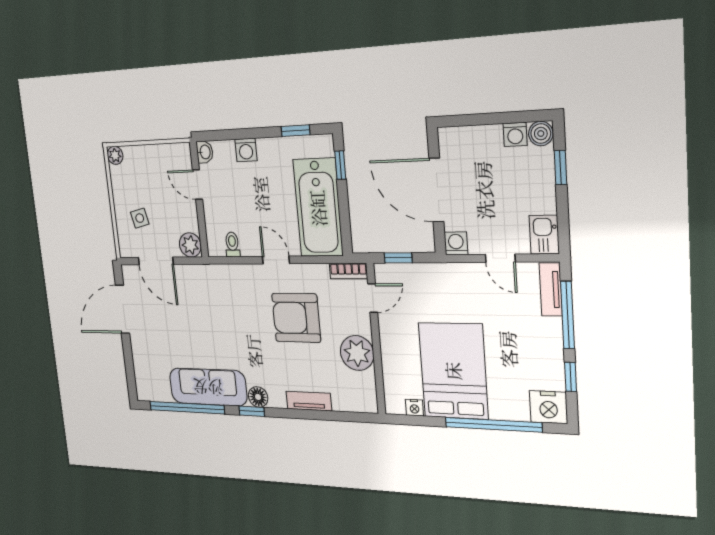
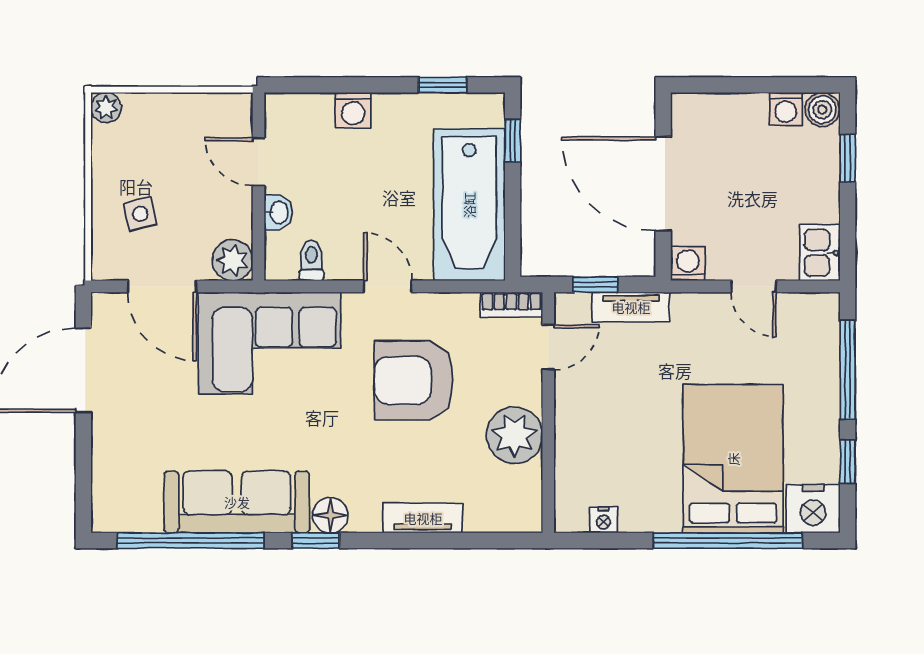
washbasin: (205, 152) -> (278, 212), moved
tv unit: (551, 290) -> (631, 307), moved, turned -90
corner sofa: (215, 294) -> (270, 343), added
bed: (453, 371) -> (733, 459), moved

